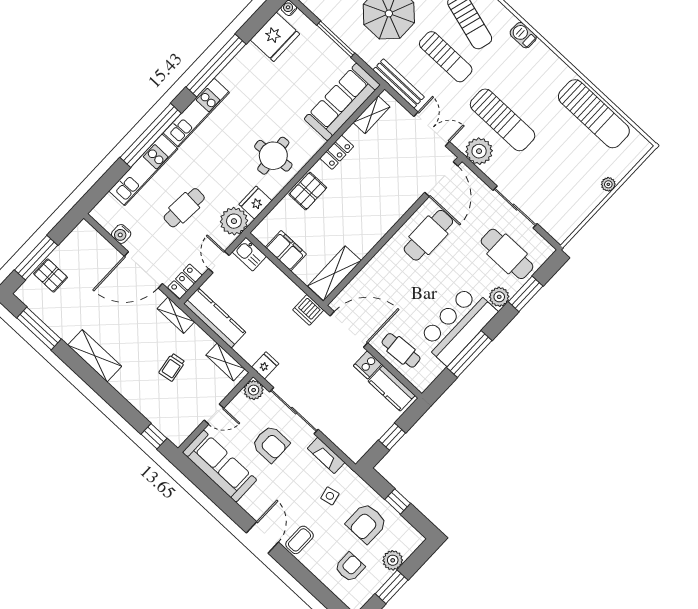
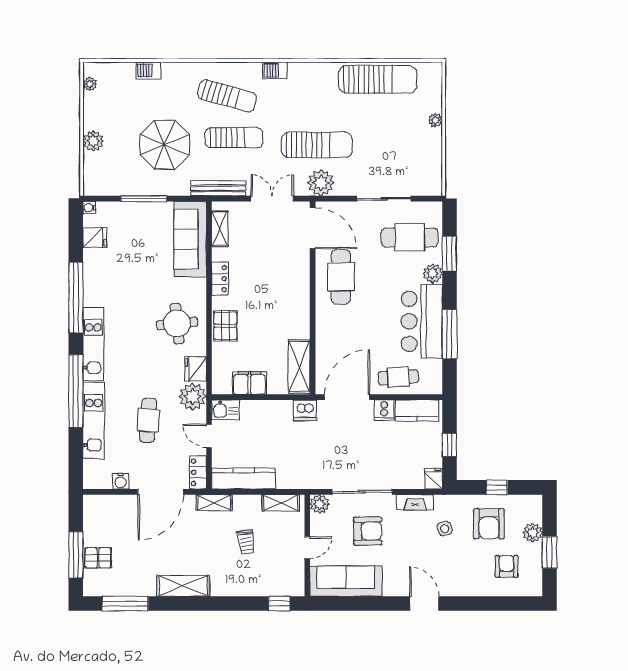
fridge: (275, 37) -> (95, 238), width x0.53, depth x0.75
fridge: (265, 365) -> (434, 479), moved
coffee table: (299, 540) -> (452, 580), removed

